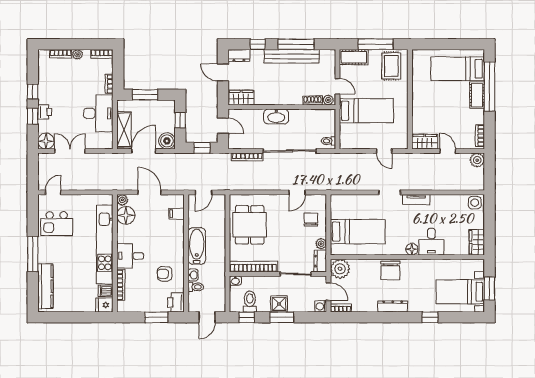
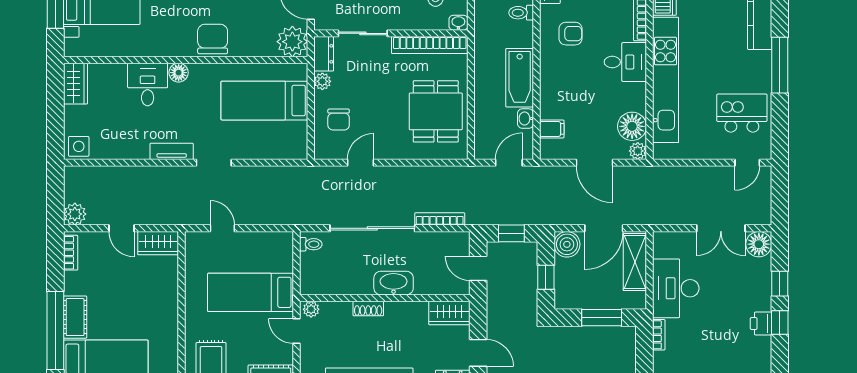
shoe rack: (313, 100) -> (368, 309), moved
printer: (45, 112) -> (761, 324), moved
washbasin: (193, 275) -> (526, 119), moved

